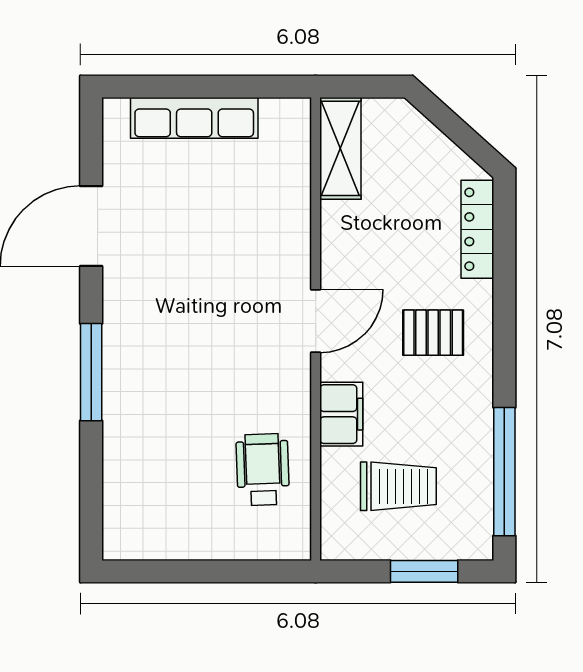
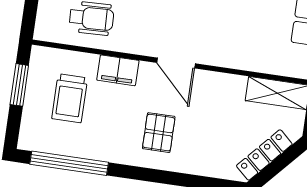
locker: (477, 229) -> (264, 155), moved, turned -48
window: (424, 571) -> (19, 85), moved

